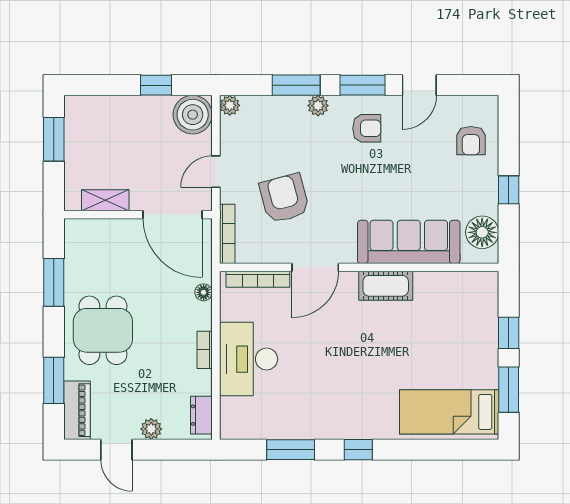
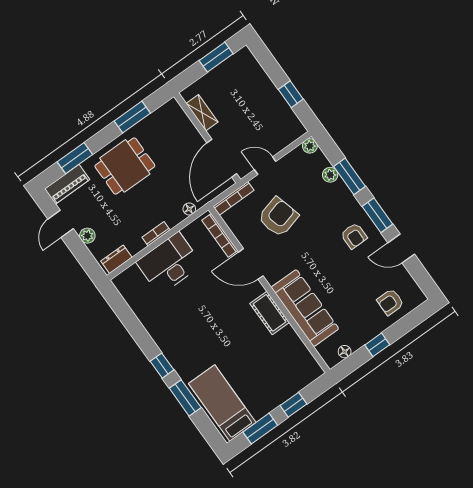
plant: (318, 106) -> (330, 175), moved
boiler: (193, 115) -> (289, 128), removed
floor lamp: (482, 232) -> (345, 352), width x0.53, depth x0.53
window: (291, 450) -> (185, 398), moved

